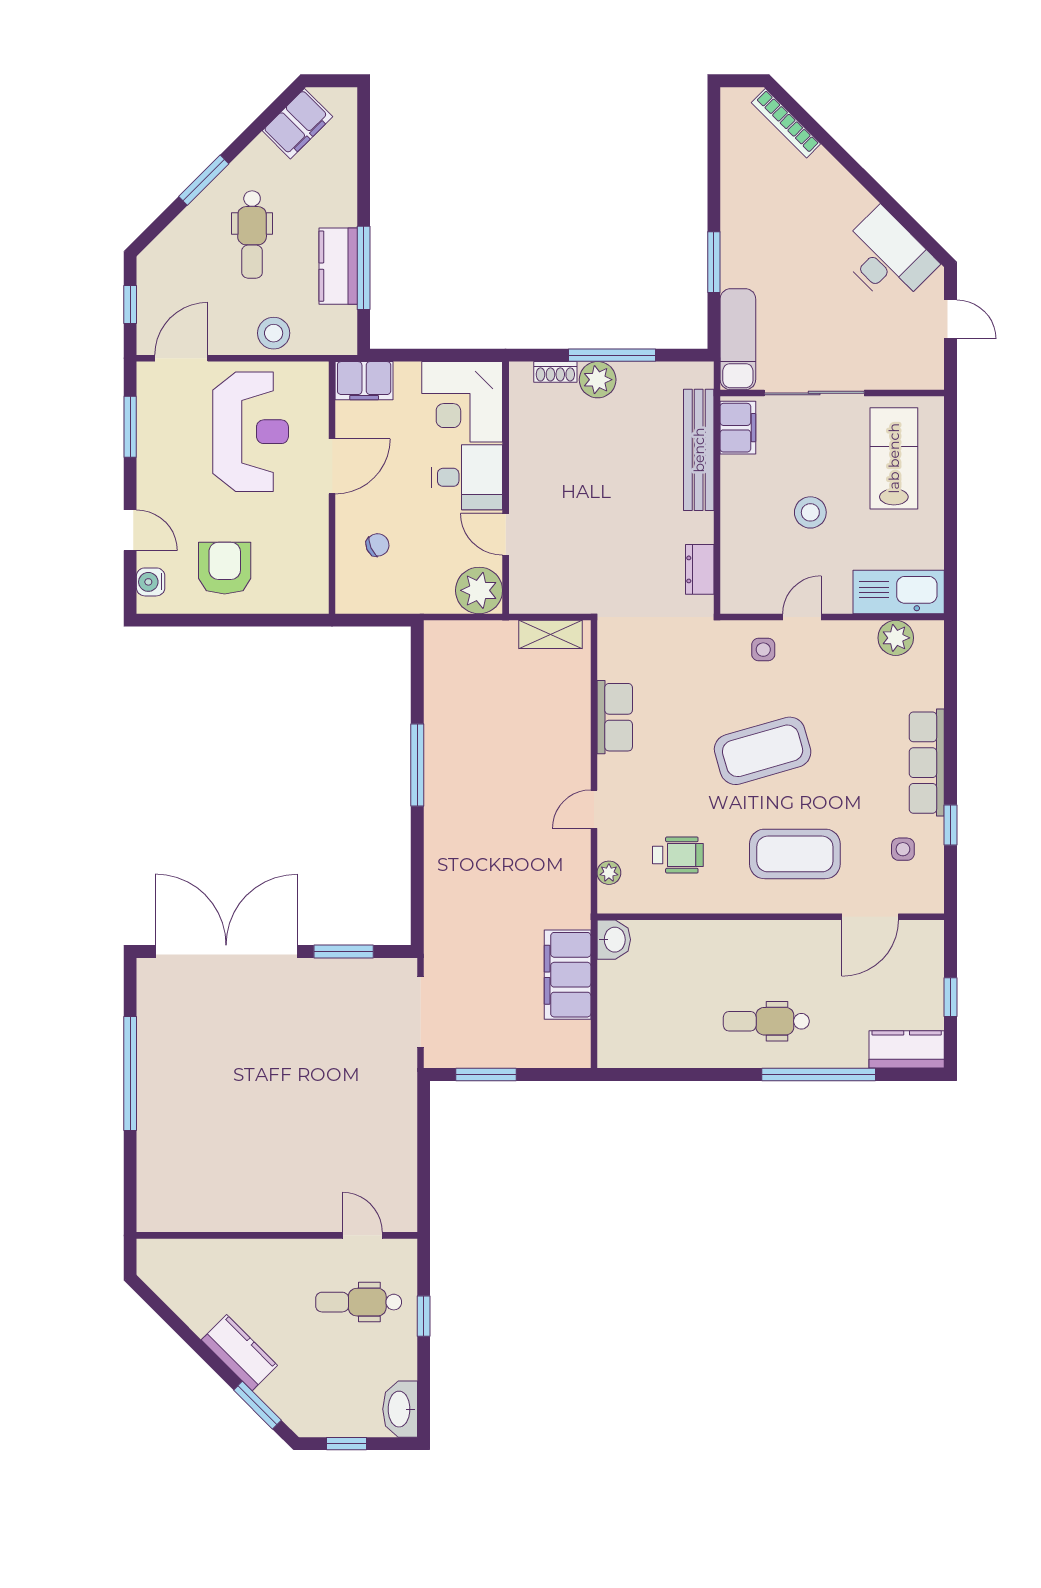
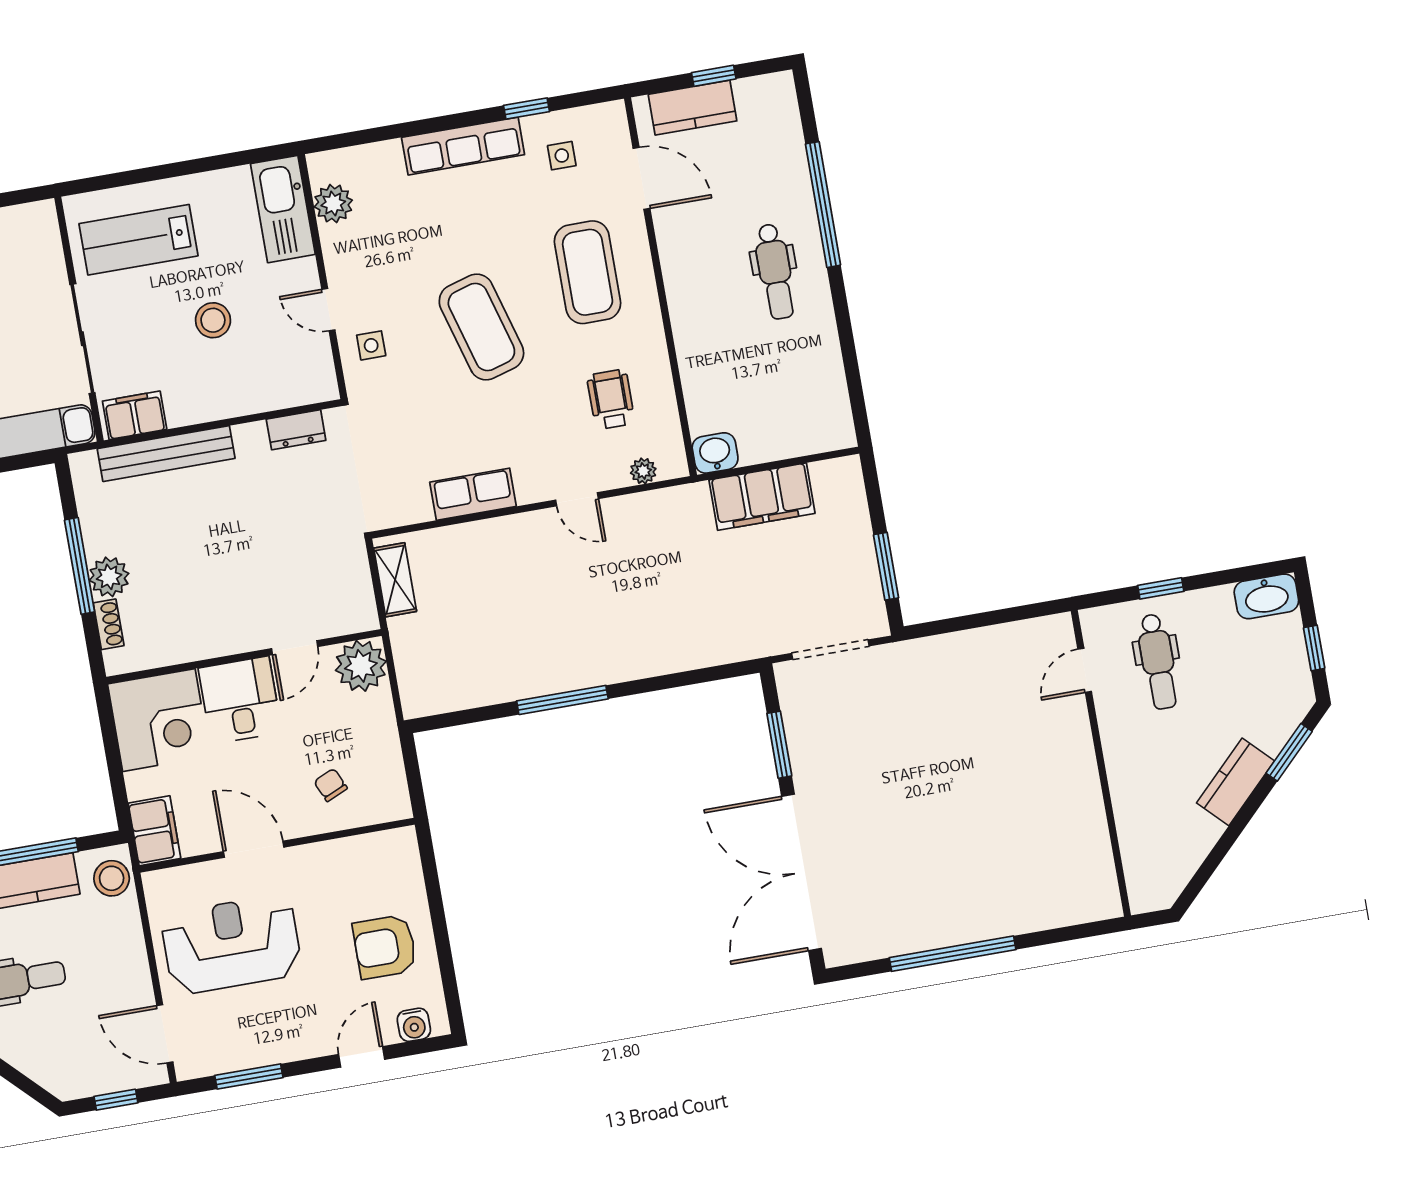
stool: (274, 333) -> (112, 878), moved
kitchen counter: (907, 1049) -> (693, 108), moved, turned -90

